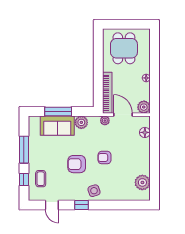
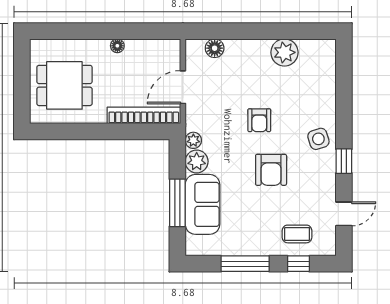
plant: (144, 107) -> (169, 50), removed
plant: (105, 121) -> (193, 140), moved
plant: (142, 182) -> (284, 52), moved

